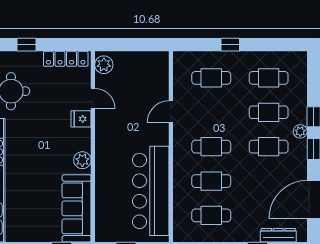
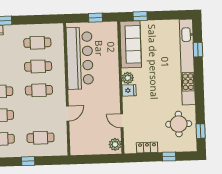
locker: (66, 59) -> (147, 147), width x0.66
fridge: (81, 119) -> (129, 90), moved

